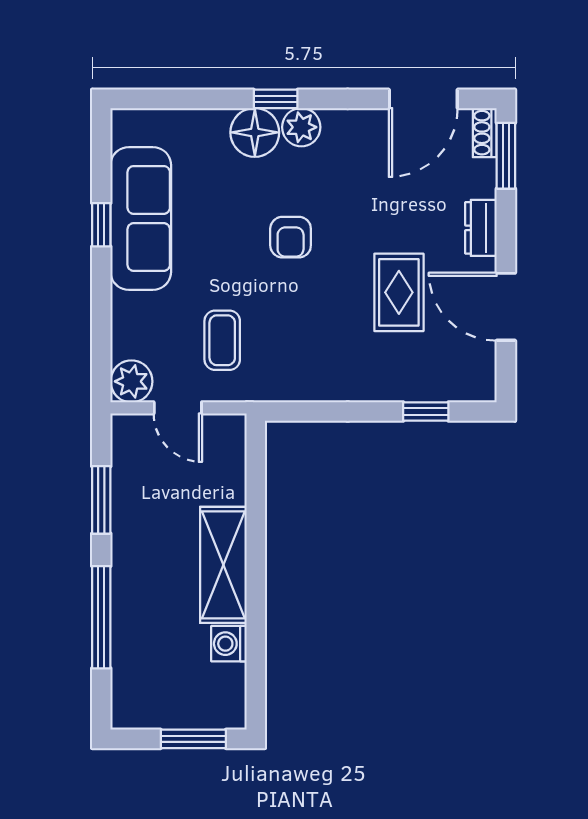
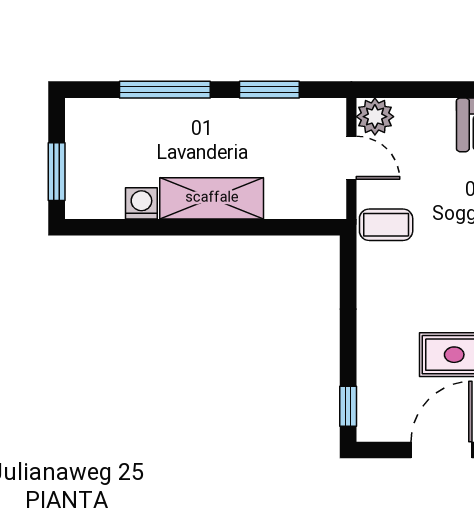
coffee table: (222, 340) -> (386, 225), moved
door: (178, 408) -> (351, 158), swing flipped
window: (426, 412) -> (348, 406), moved

